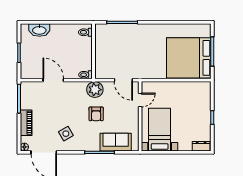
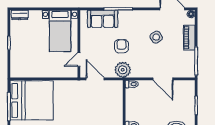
side table: (66, 134) -> (156, 37), moved

